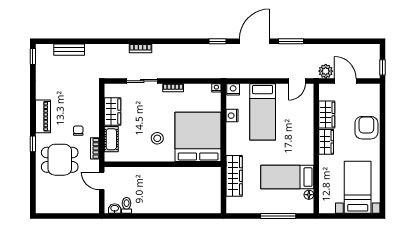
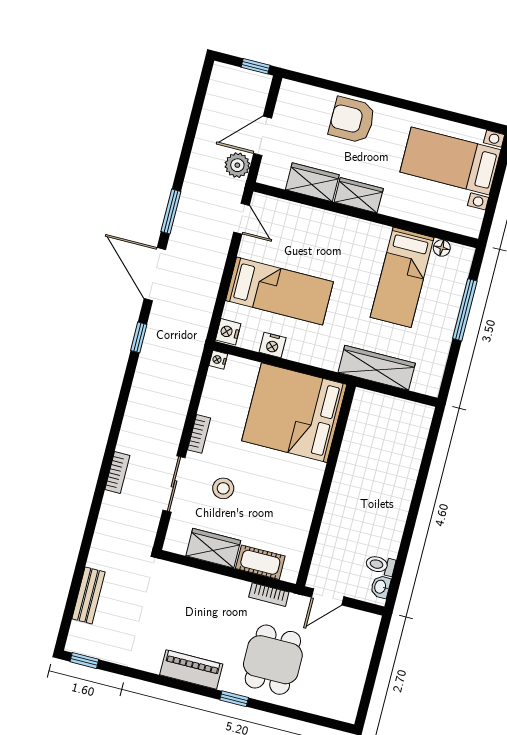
chair: (78, 131) -> (231, 615), removed
stool: (157, 138) -> (223, 488), moved

